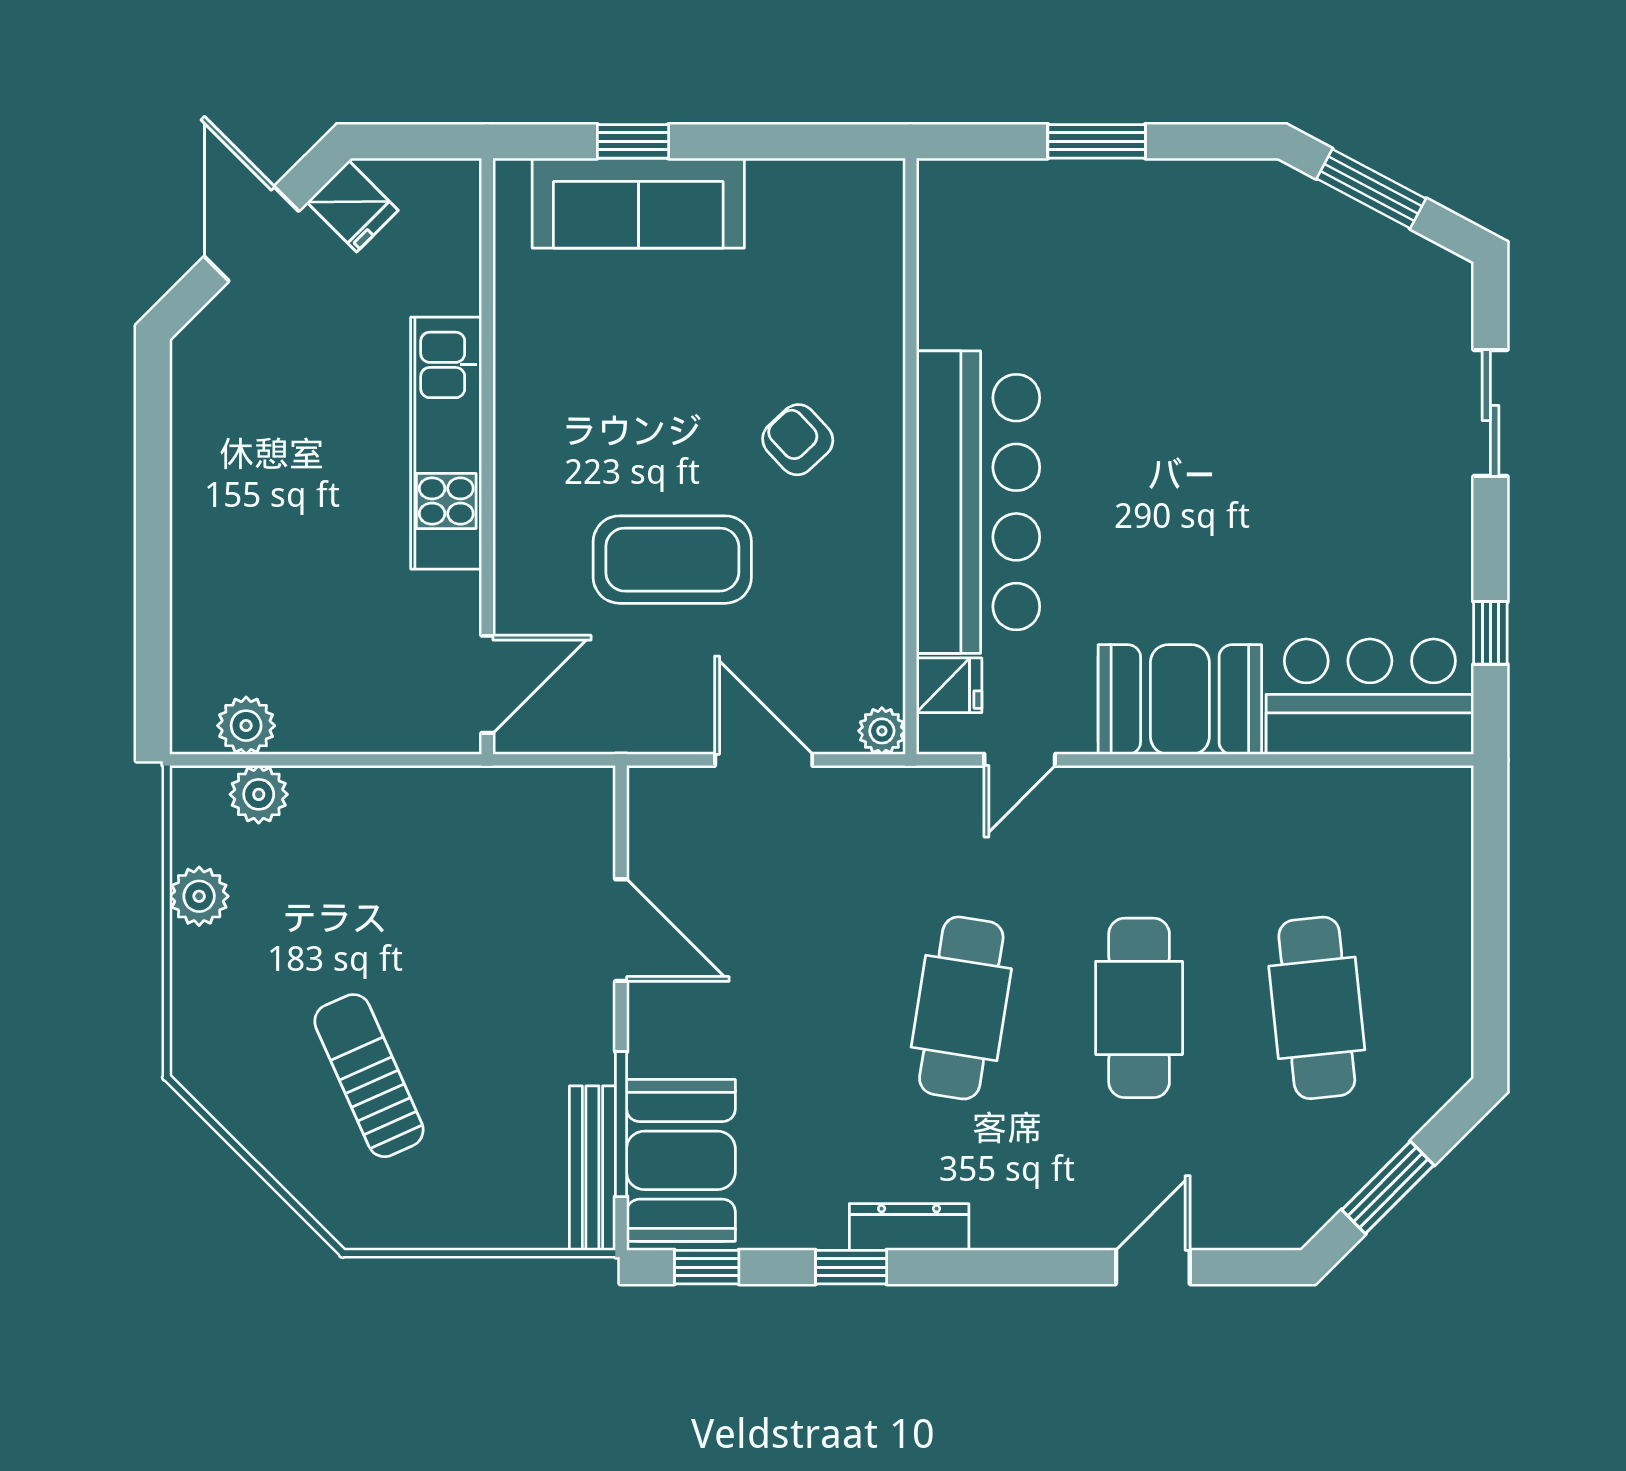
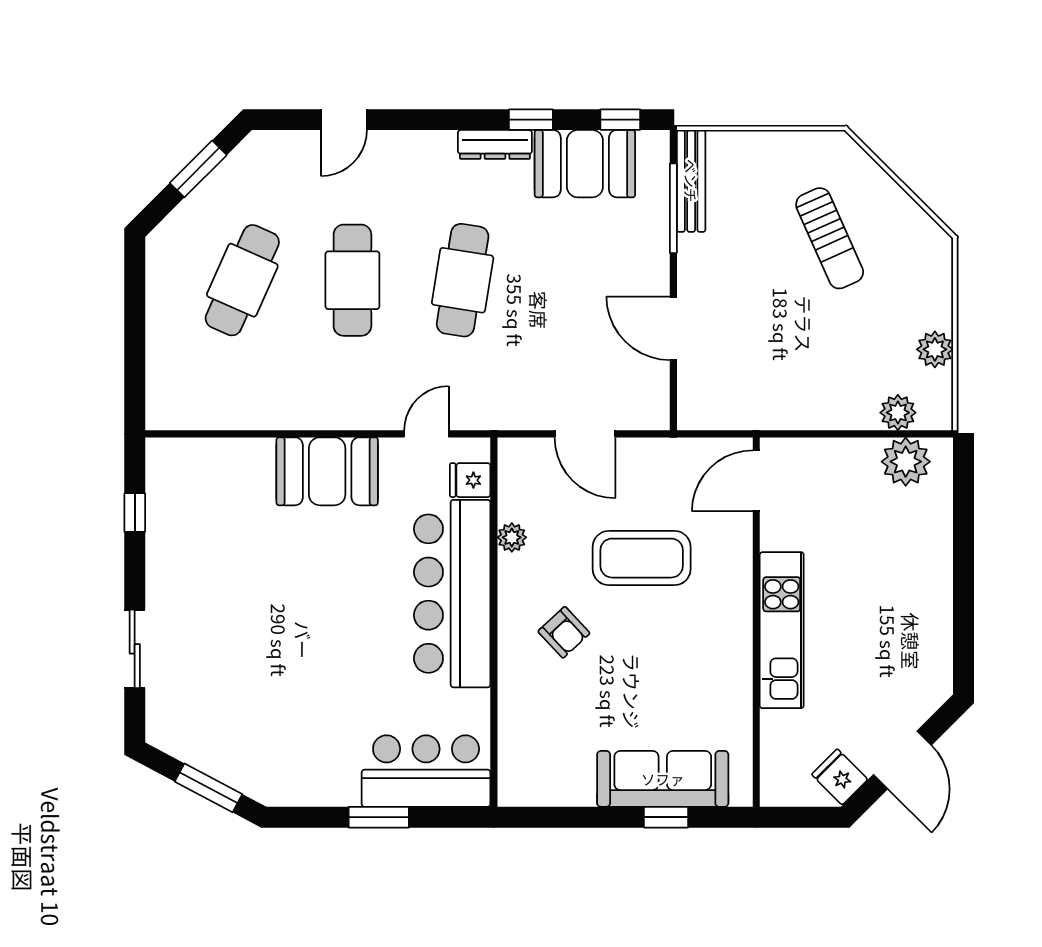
bar counter: (1370, 697) -> (426, 771), moved, turned 180
plant: (246, 726) -> (906, 462), width x1.36, depth x1.36
plant: (882, 731) -> (512, 537), moved
cafe table: (1317, 1008) -> (242, 280), turned 30
booth: (681, 1160) -> (585, 164), moved, turned 90

